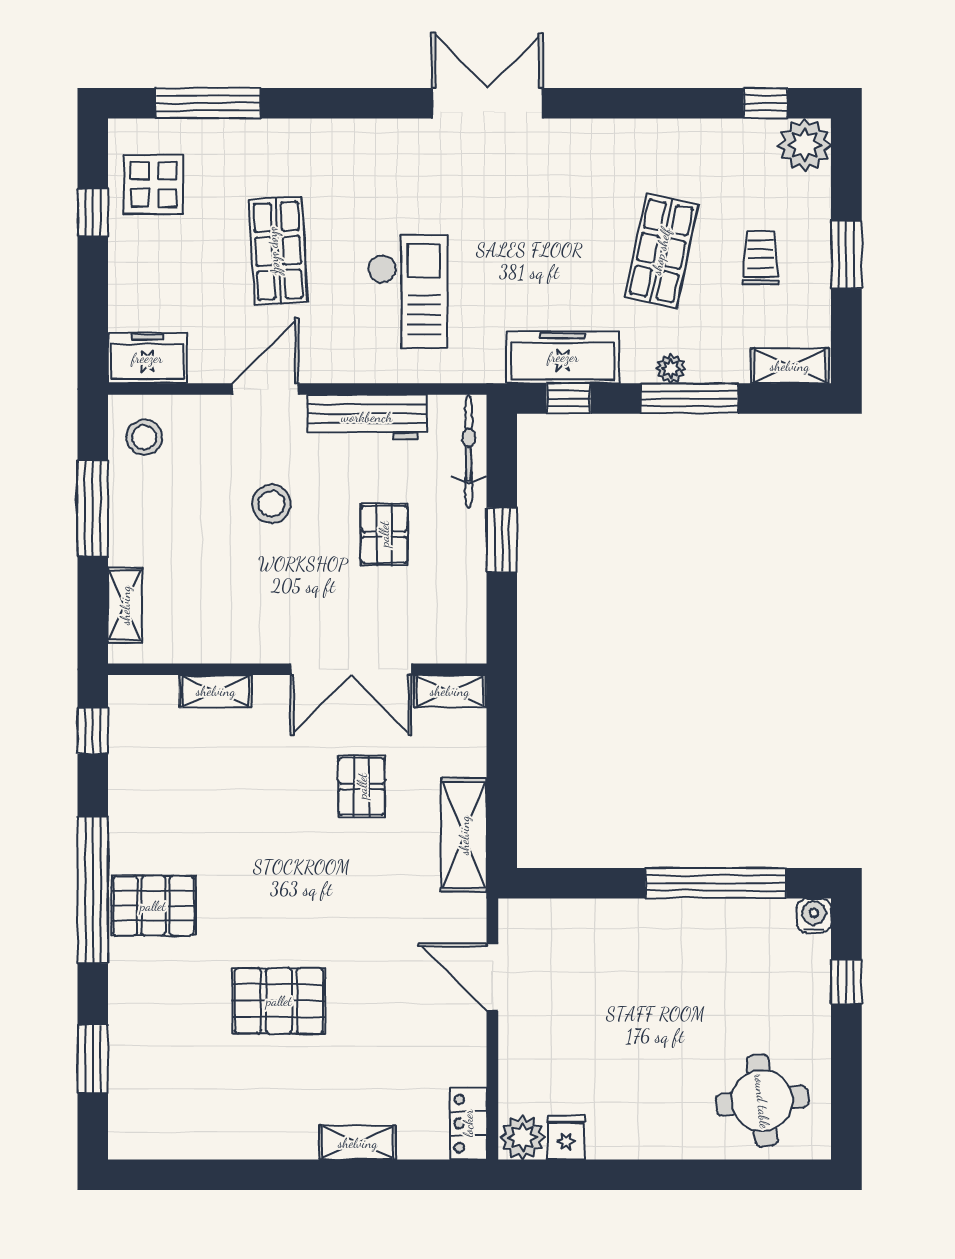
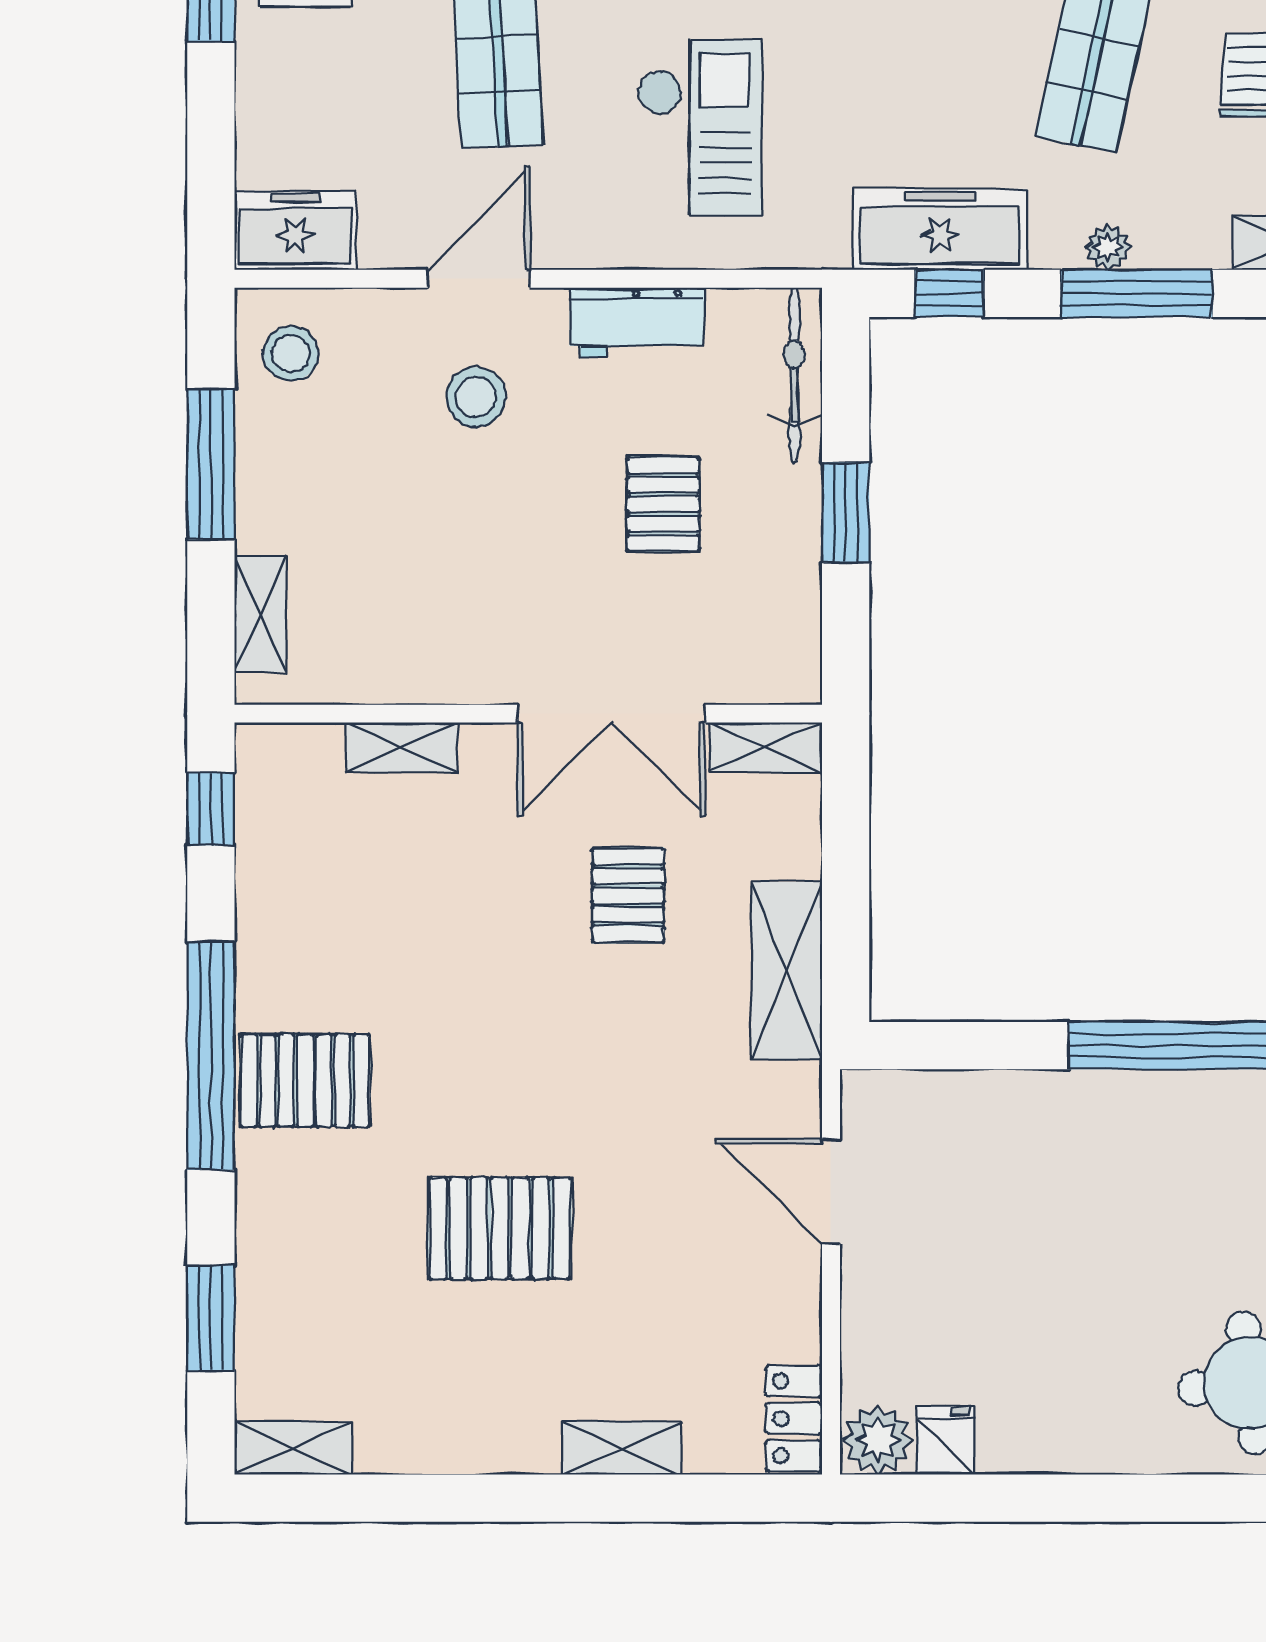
workbench: (367, 417) -> (637, 322), width x0.73
stool: (271, 504) -> (476, 397), moved
shelving: (146, 1143) -> (293, 1448), added

